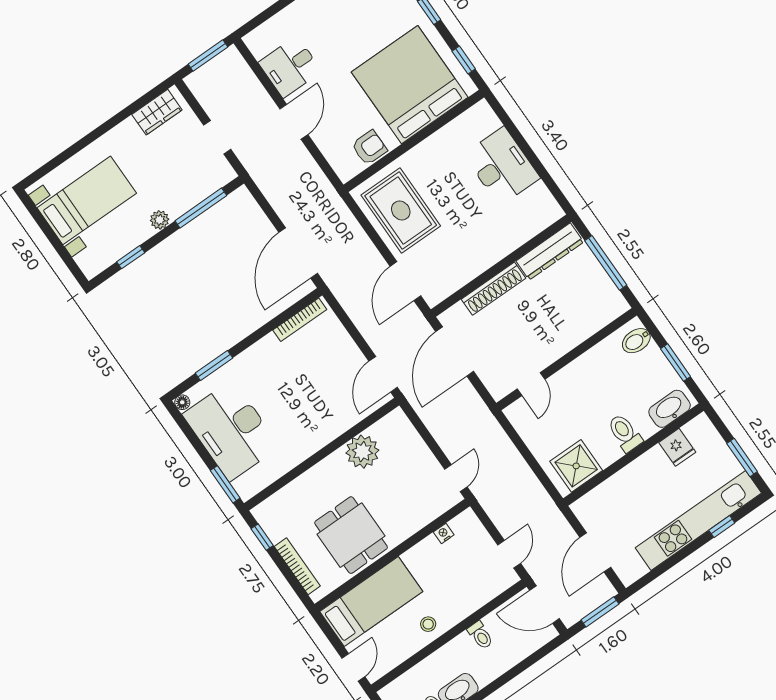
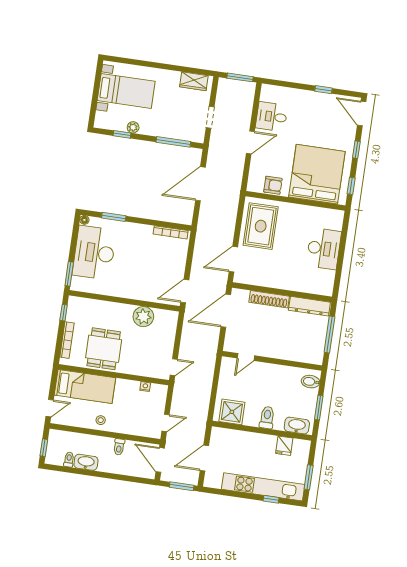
plant: (160, 220) -> (133, 127), moved
door: (298, 253) -> (200, 184), moved

